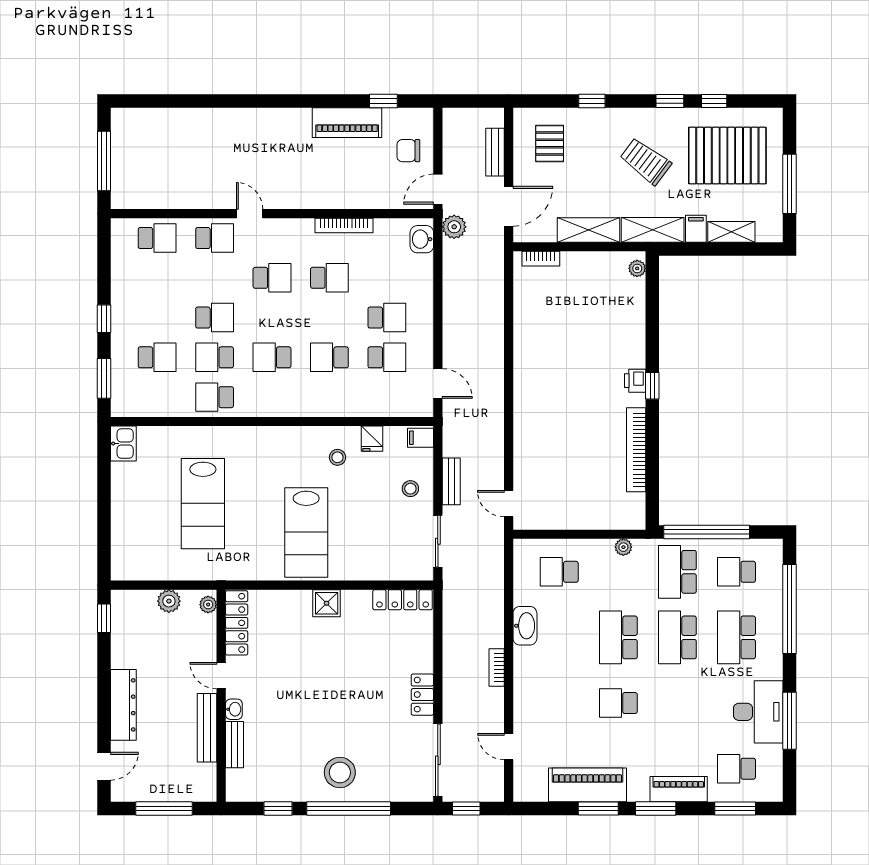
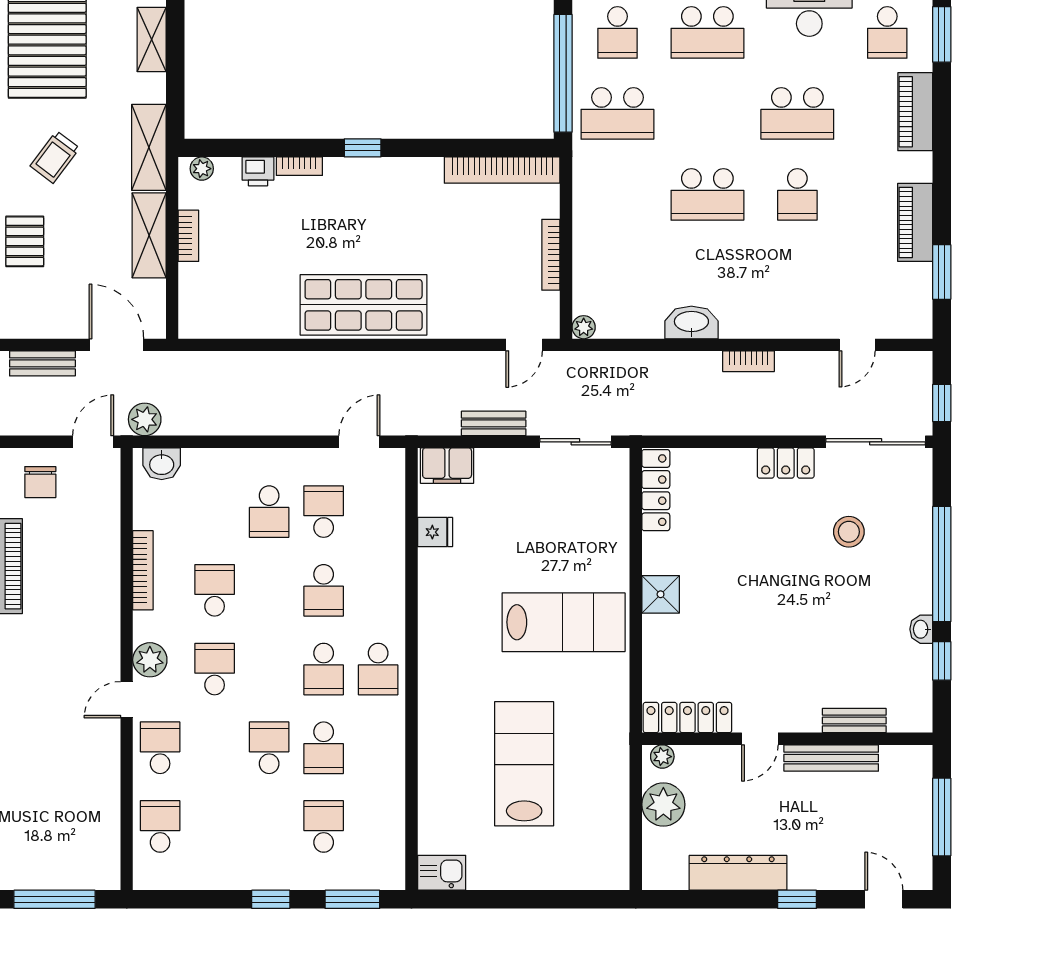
pallet: (550, 143) -> (25, 241), moved, turned 90
trolley: (646, 161) -> (55, 157), width x0.73, depth x0.72
door: (438, 189) -> (93, 442), swing flipped
filing cabinet: (696, 229) -> (147, 88), removed
plant: (279, 231) -> (150, 660), added
bookcase: (541, 259) -> (188, 236), moved
school desk: (387, 318) -> (269, 512), turned 180
bookcase: (639, 340) -> (299, 166), added
printer: (635, 381) -> (258, 171), moved
shop shelf: (538, 386) -> (364, 305), added
school desk: (215, 397) -> (378, 669), moved
filing cabinet: (420, 438) -> (447, 466), width x2.00
bookcase: (636, 450) -> (502, 170), moved
stool: (337, 457) -> (461, 579), removed
stool: (410, 489) -> (504, 479), removed
lab bench: (203, 504) -> (524, 764), turned -90
bookcase: (574, 523) -> (551, 255), added
plant: (623, 547) -> (584, 327), moved
school desk: (559, 572) -> (617, 275), removed
plant: (169, 601) -> (663, 805), width x1.36, depth x1.36
window: (104, 618) -> (797, 899), moved
school desk: (677, 637) -> (797, 113), moved
dresser: (123, 705) -> (738, 873), moved
washbasin: (234, 709) -> (921, 629), moved, turned -90
stool: (340, 772) -> (849, 532), moved, width x0.73, depth x0.73
piano: (587, 785) -> (915, 222), width x0.73, depth x0.75
window: (598, 808) -> (942, 272), moved
window: (656, 808) -> (942, 143), removed

